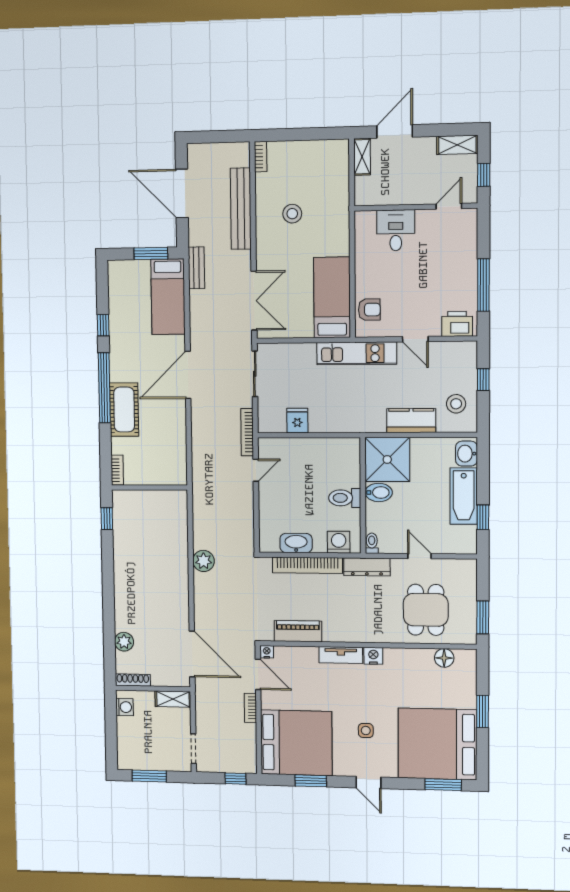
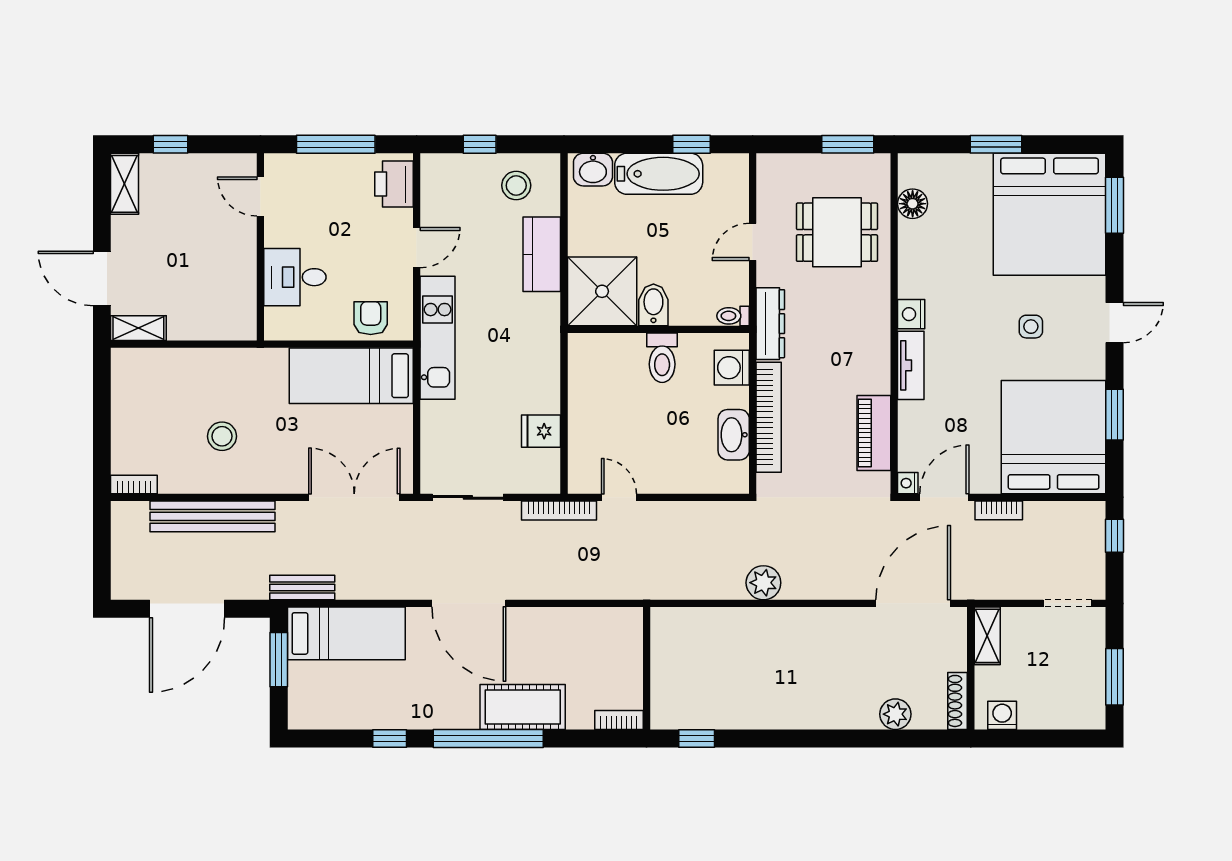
door: (449, 206) -> (260, 197), moved
wall: (416, 207) -> (260, 247), moved
desk: (396, 230) -> (295, 277), moved

